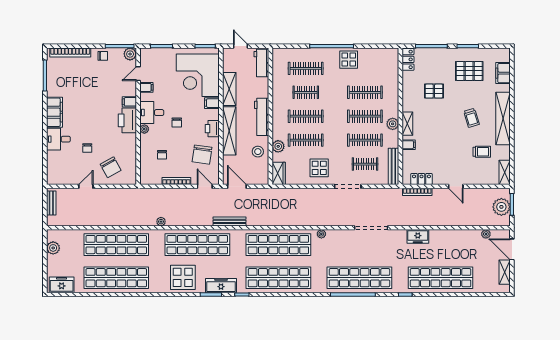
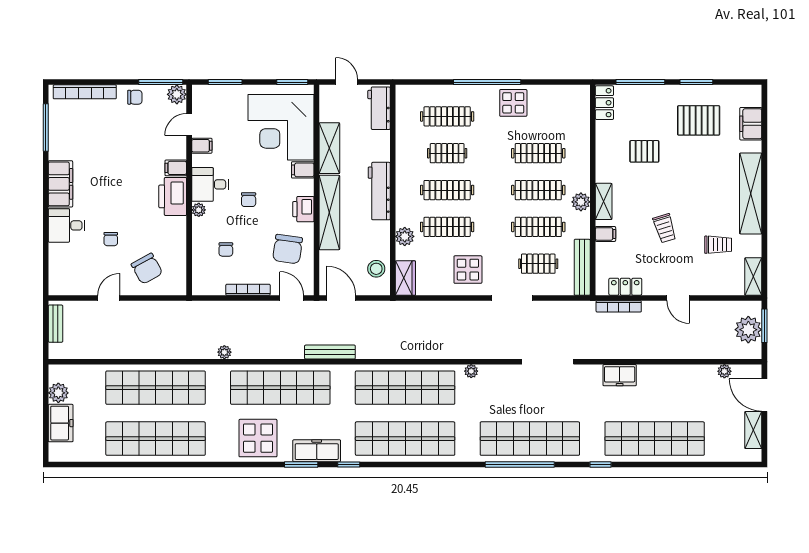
trolley: (472, 118) -> (665, 228), moved
stool: (258, 152) -> (376, 269), moved
freezer: (62, 285) -> (61, 423), moved, turned 90

